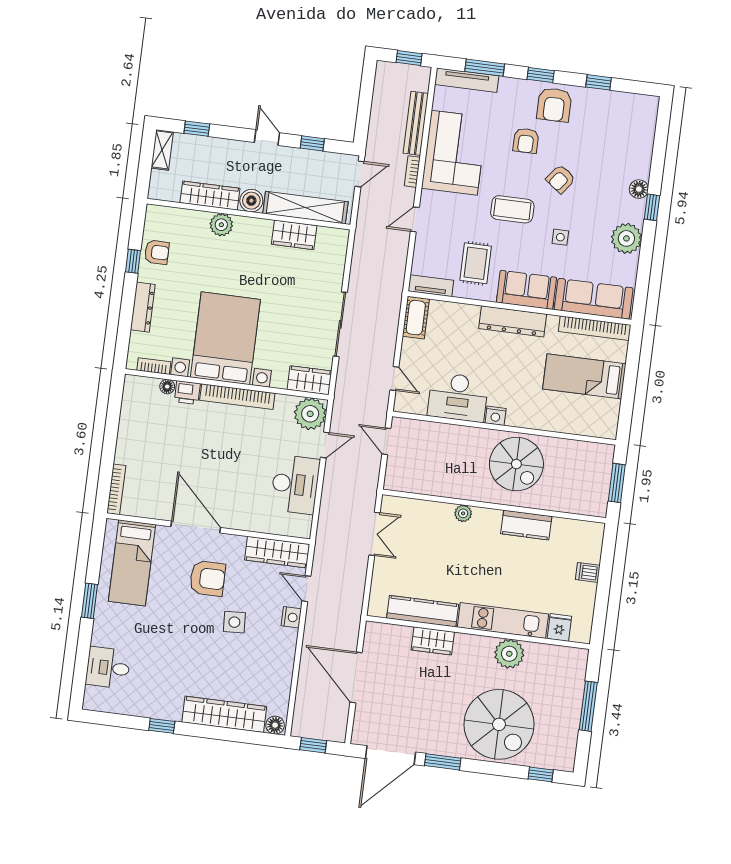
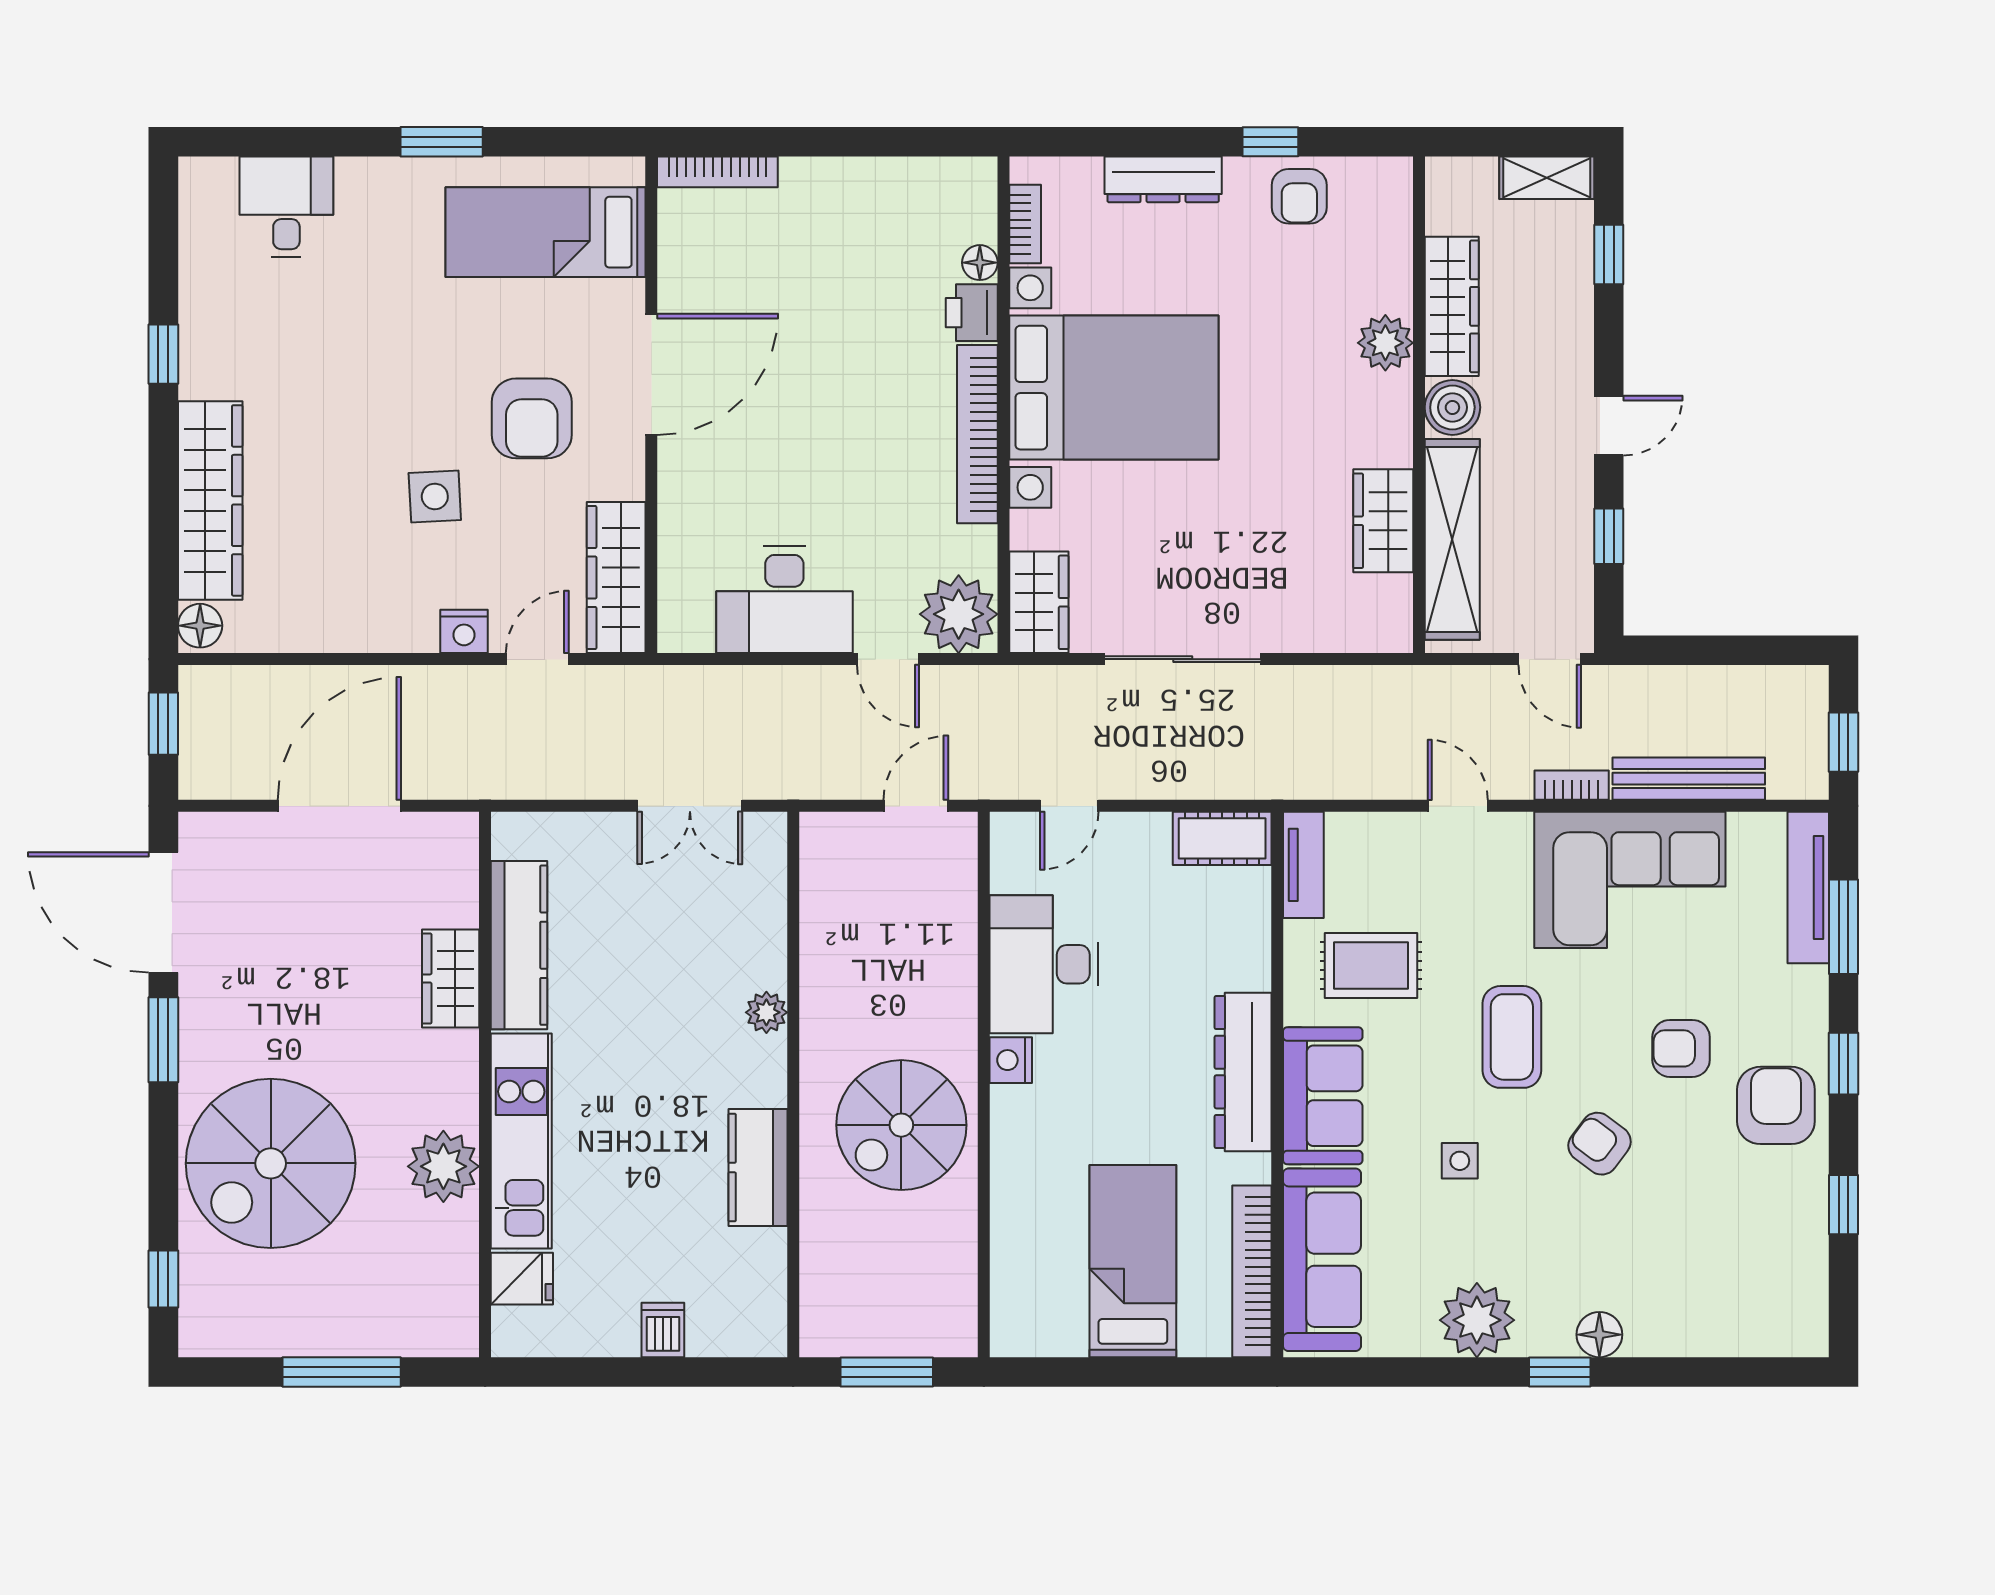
armchair: (554, 105) -> (1776, 1105), turned 90

